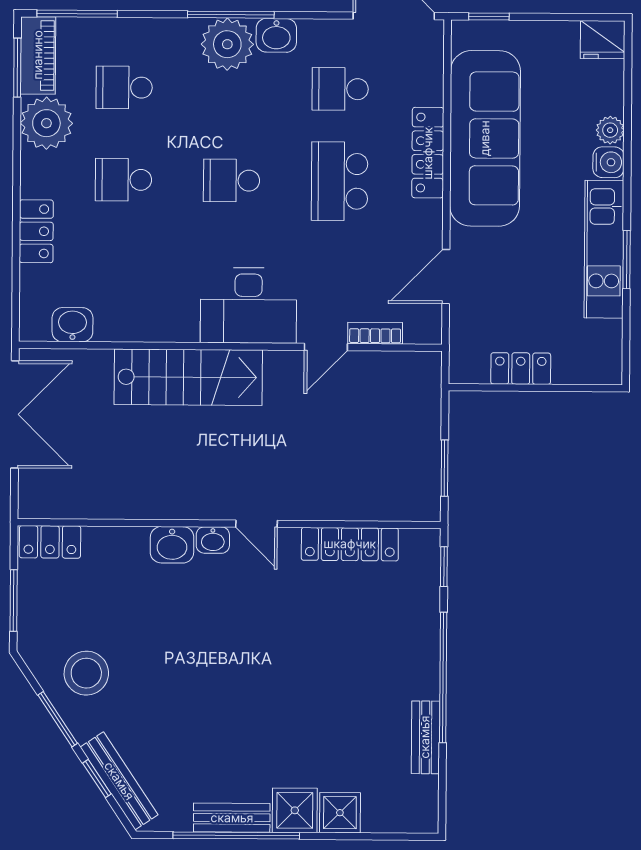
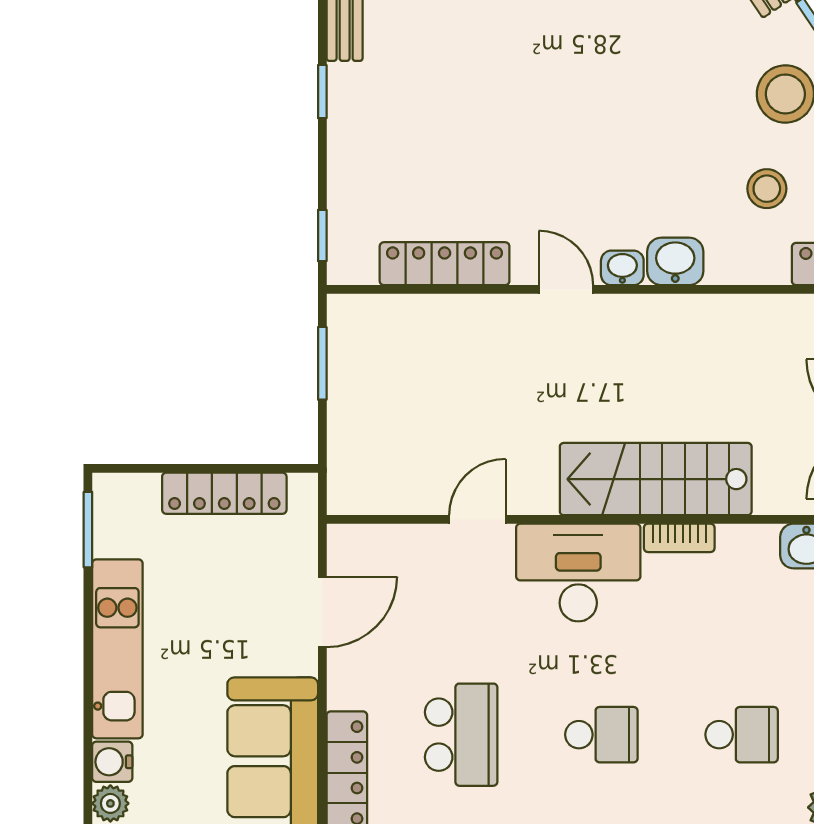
window: (627, 260) -> (88, 530), moved
bookcase: (375, 333) -> (679, 538), moved
locker: (521, 369) -> (224, 493), width x1.53
stool: (101, 600) -> (767, 189), added
window: (443, 677) -> (322, 92), width x0.32

